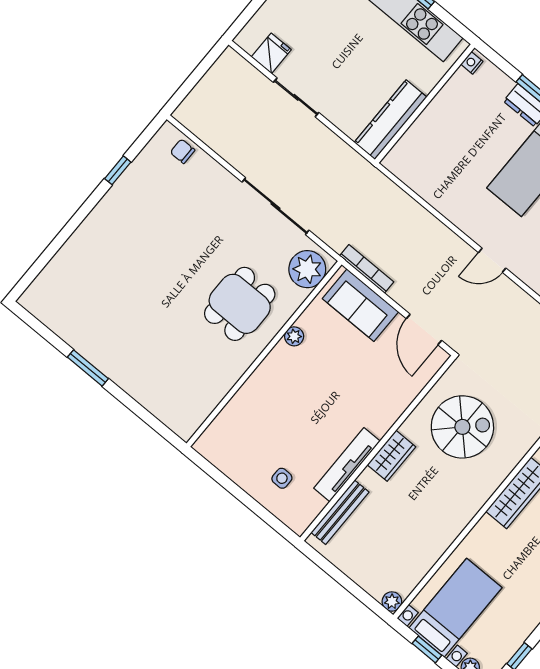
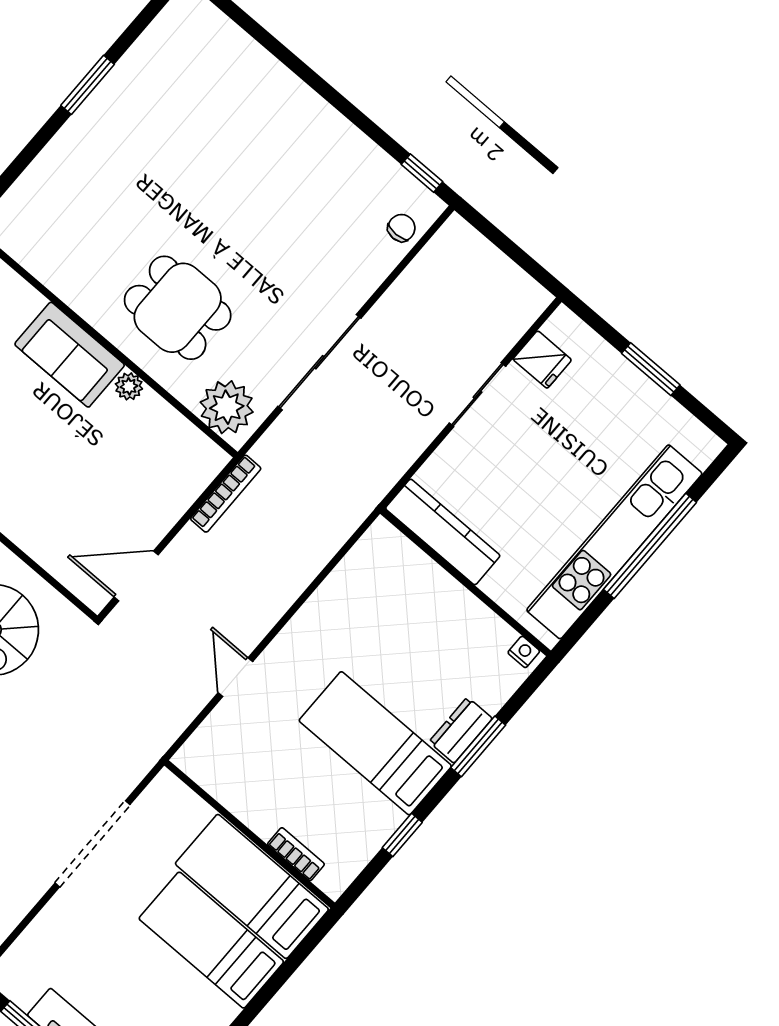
window: (118, 170) -> (422, 173), moved
sofa: (361, 305) -> (70, 355), moved, turned -90

